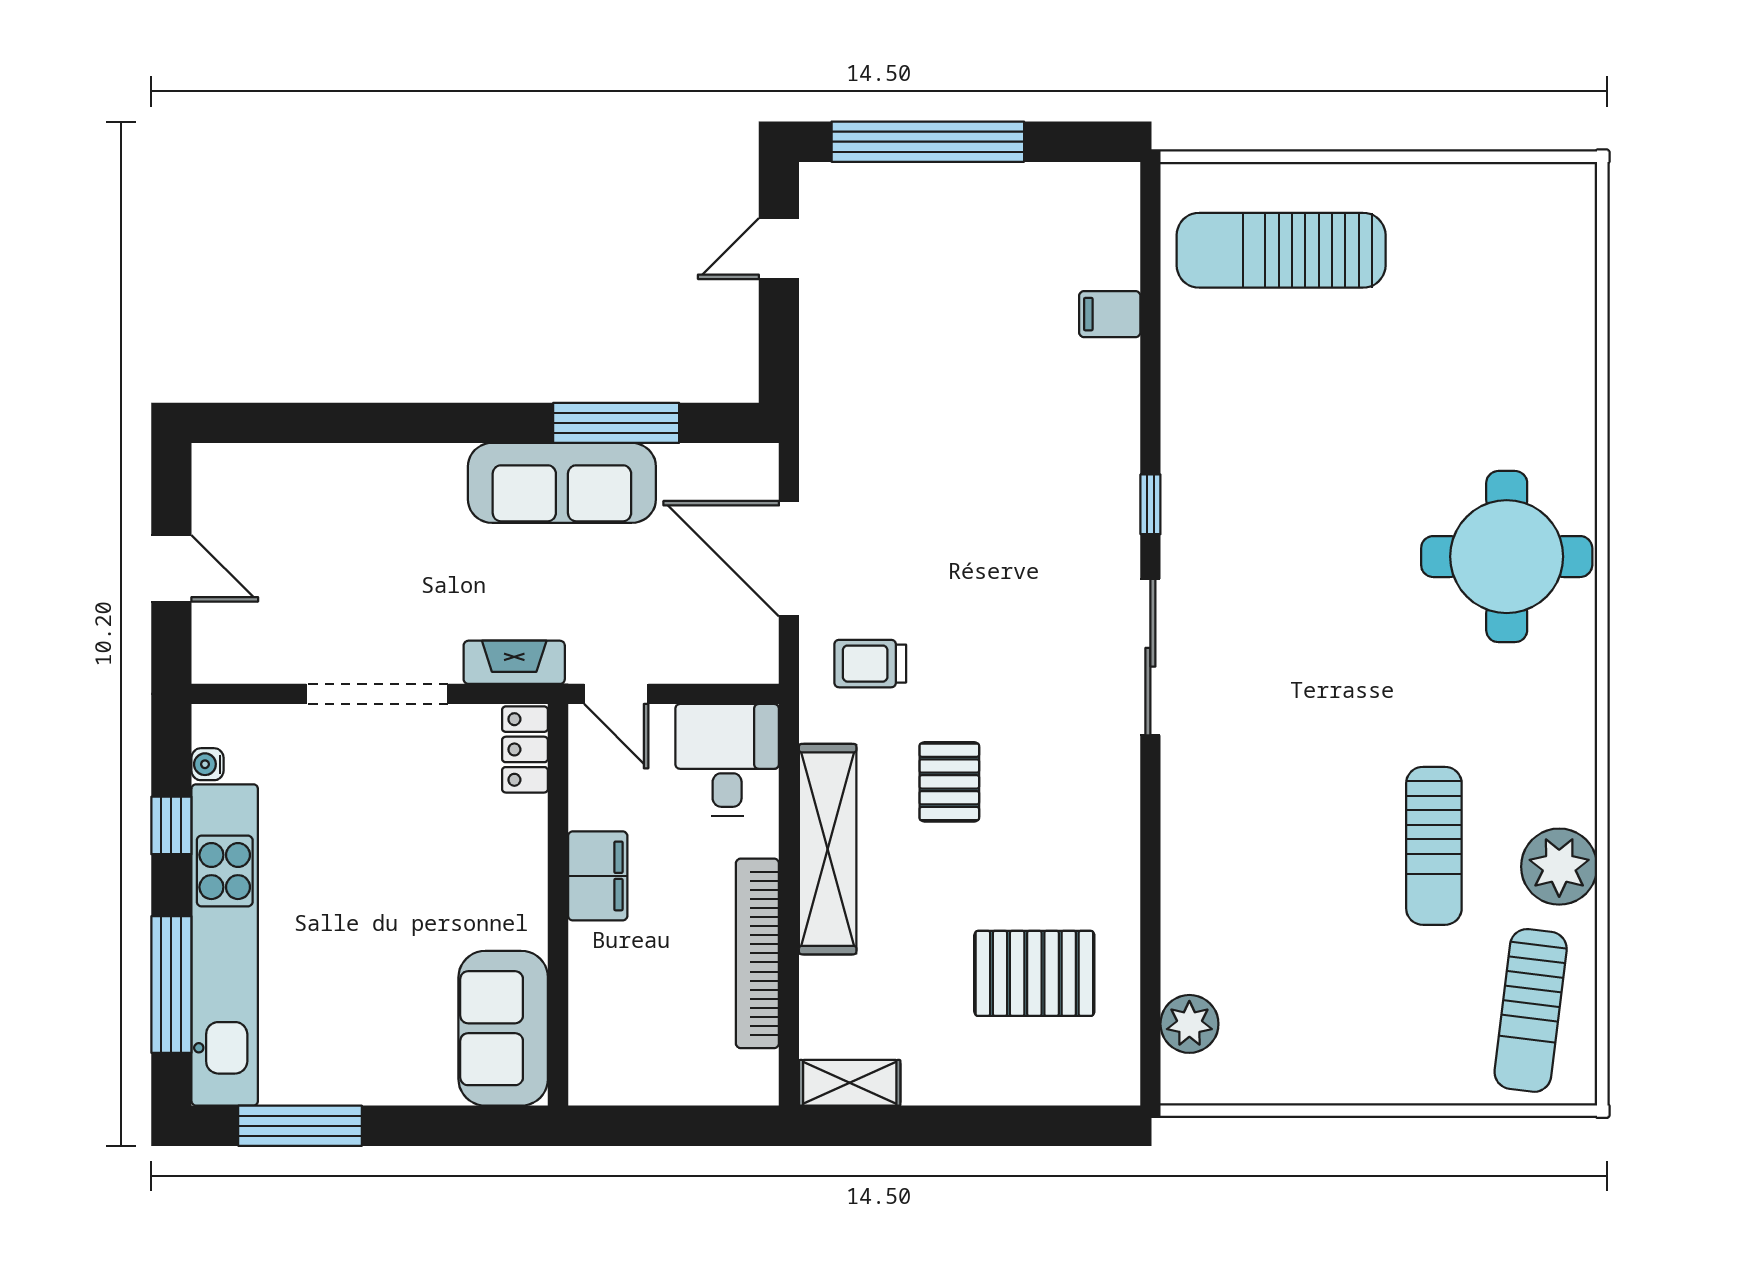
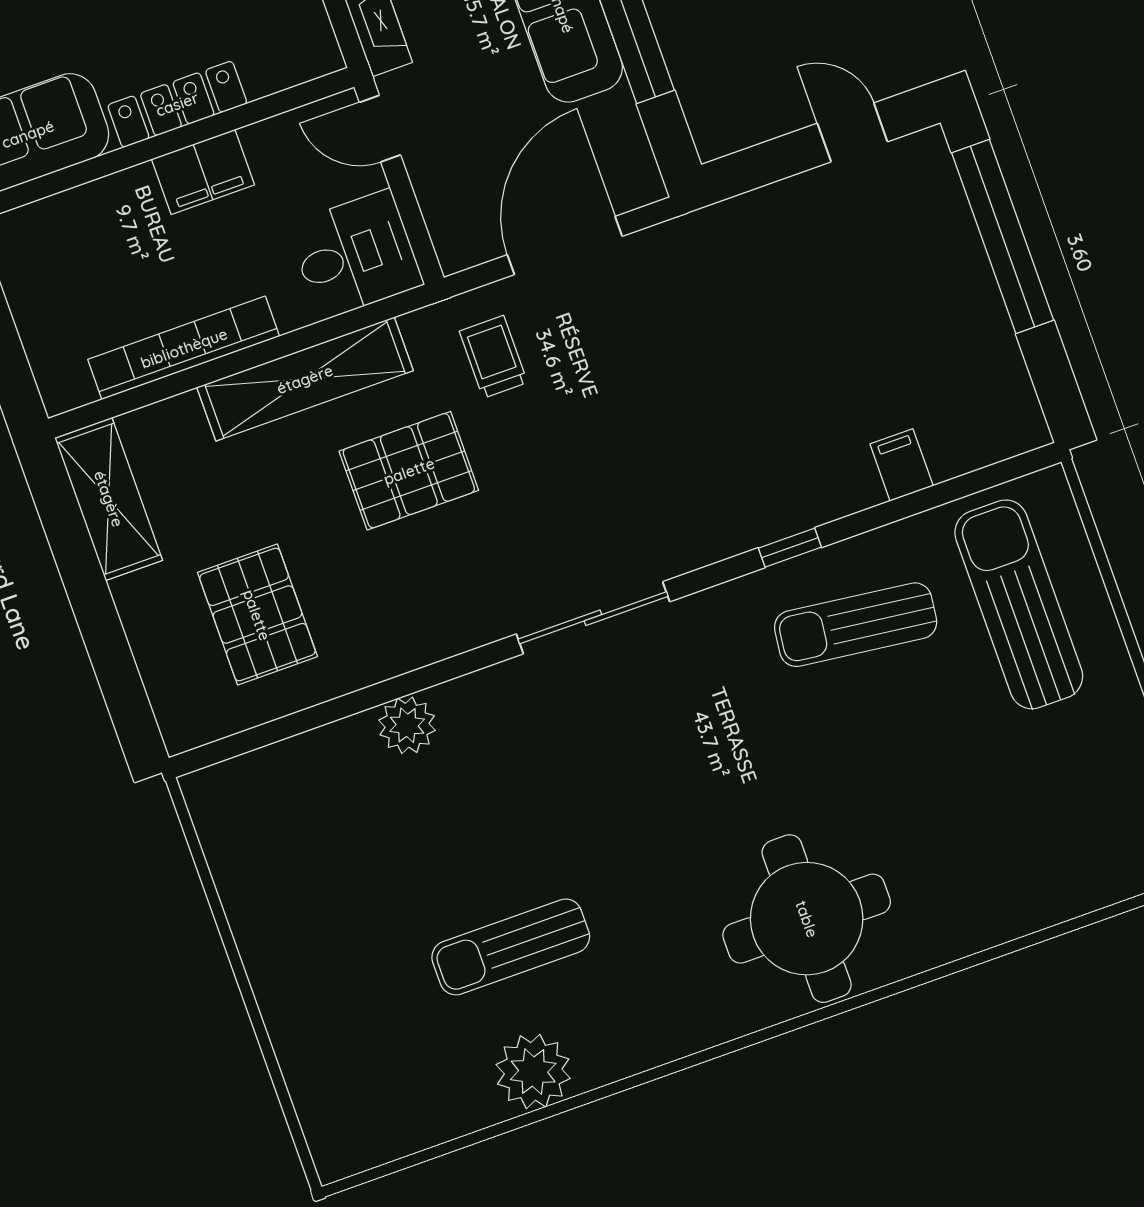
window: (1150, 504) -> (790, 548), moved
door: (616, 694) -> (380, 129), hinge flipped
locker: (525, 749) -> (177, 104), moved, width x1.53
pallet: (949, 782) -> (409, 471), width x1.50, depth x1.42
sun lounger: (1531, 1010) -> (856, 625), moved
plant: (1189, 1024) -> (407, 725), moved
shelving: (850, 1083) -> (109, 499), width x1.50, depth x1.33

